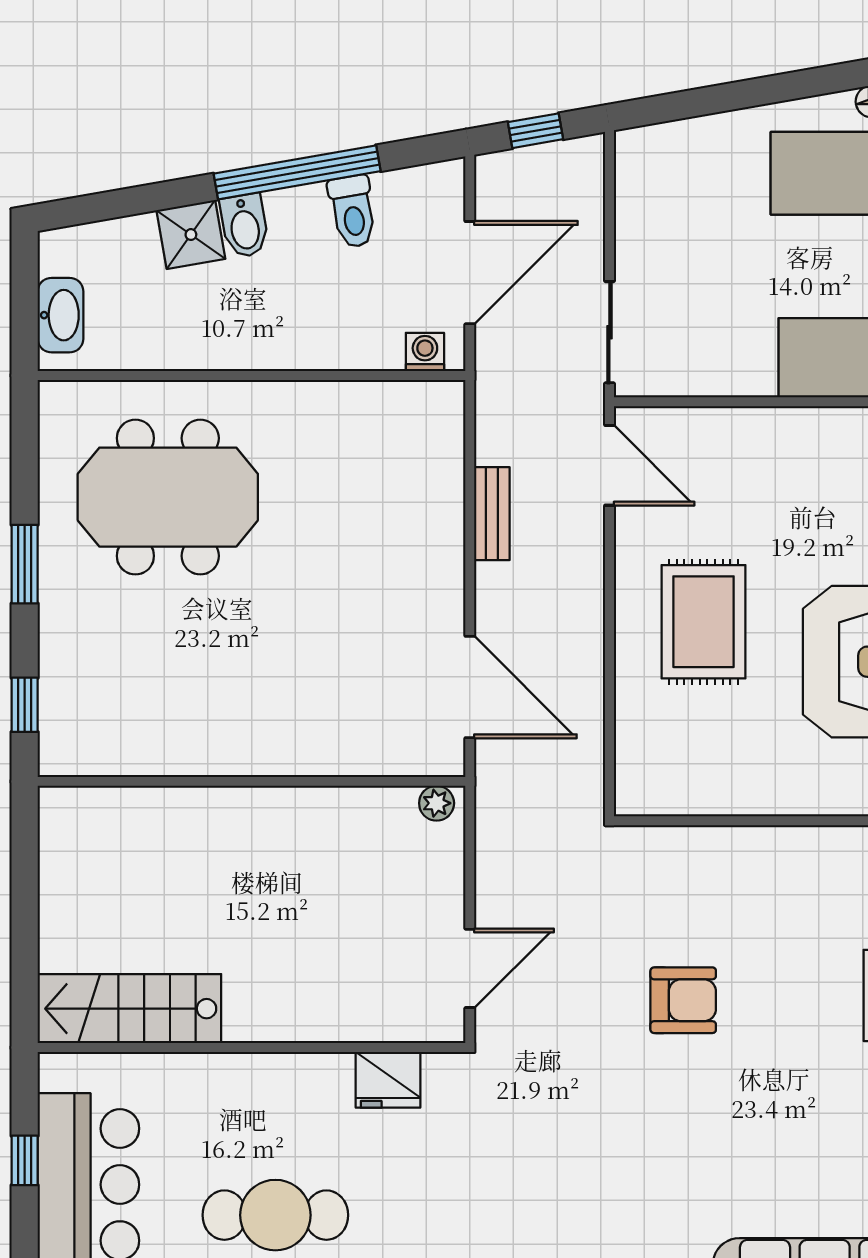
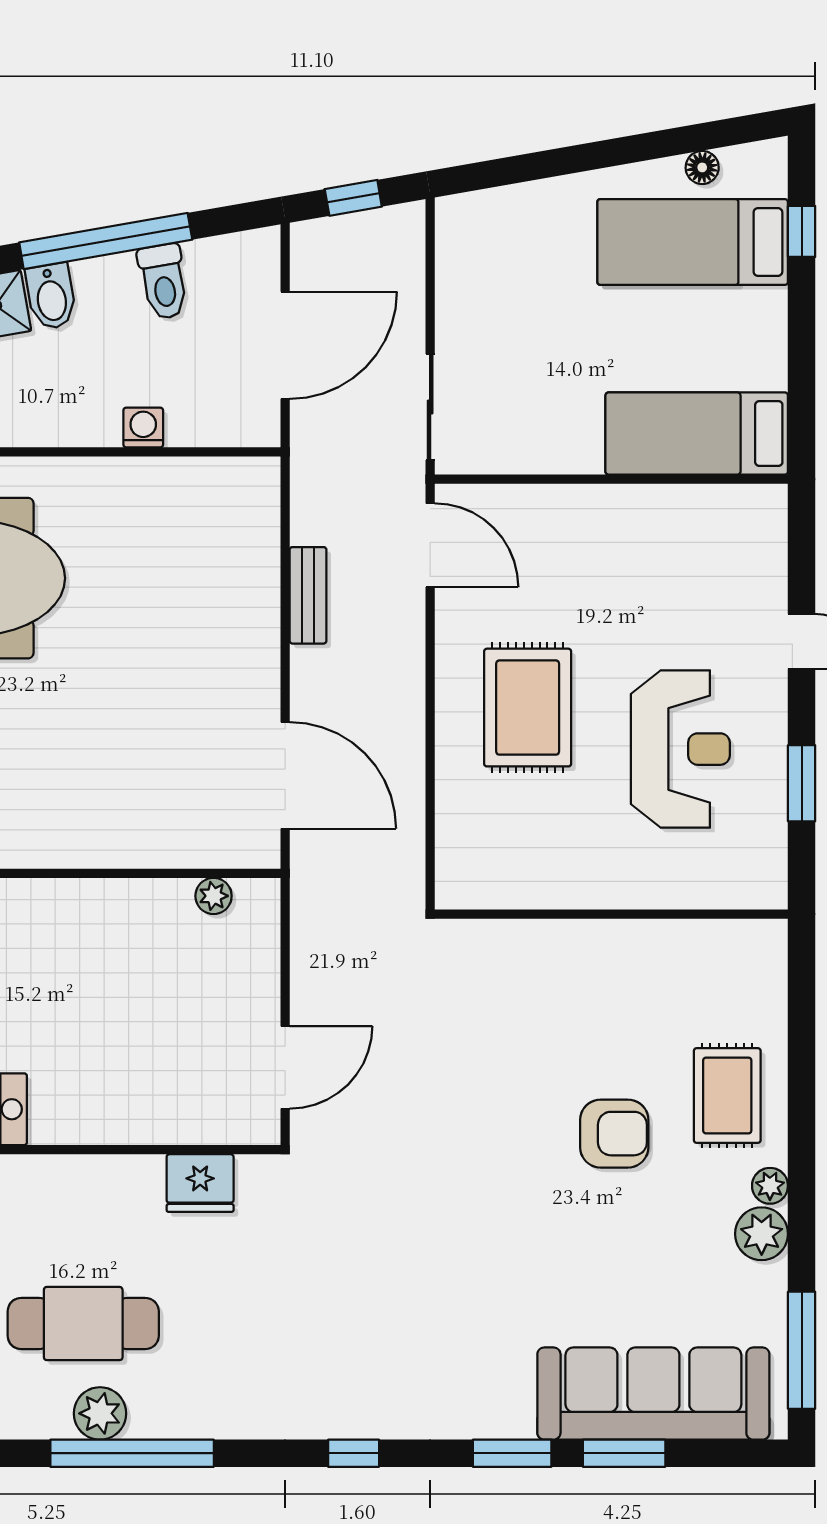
washing machine: (425, 352) -> (143, 428), moved
plant: (437, 803) -> (214, 896), moved
armchair: (683, 1000) -> (614, 1134), moved

